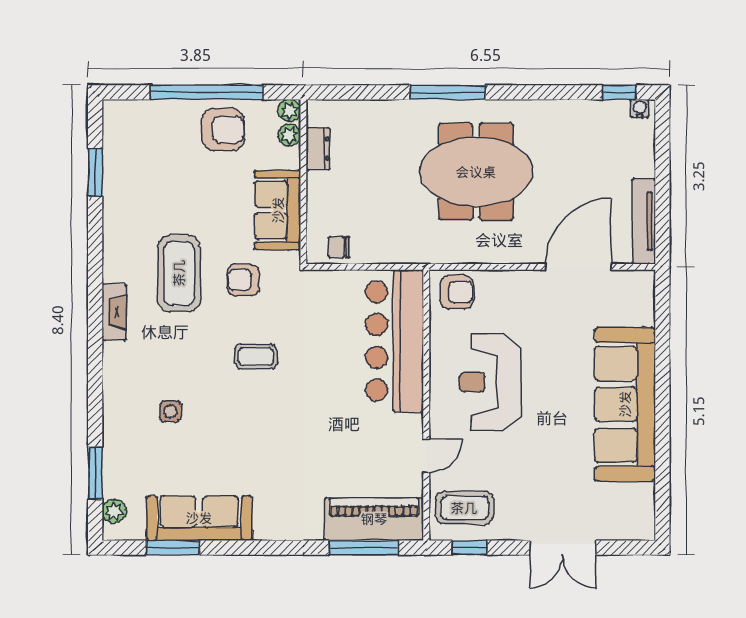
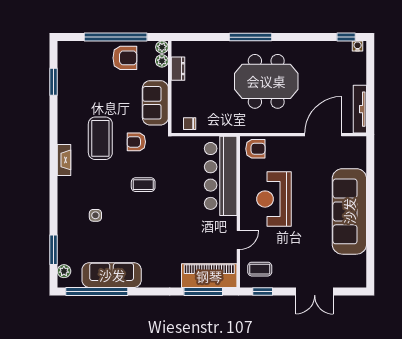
coffee table: (464, 508) -> (260, 269), width x0.73, depth x0.77
window: (173, 548) -> (97, 292), width x2.11

